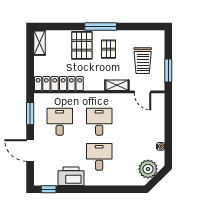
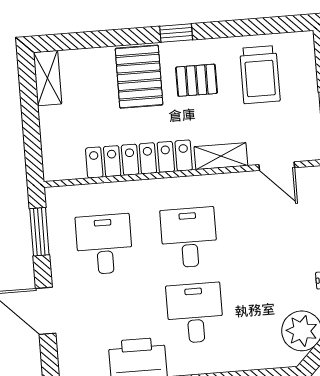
window: (101, 27) -> (176, 33), width x0.46
pallet: (108, 49) -> (197, 80), turned 90
trolley: (143, 61) -> (260, 75), moved
locker: (59, 84) -> (139, 159), moved

